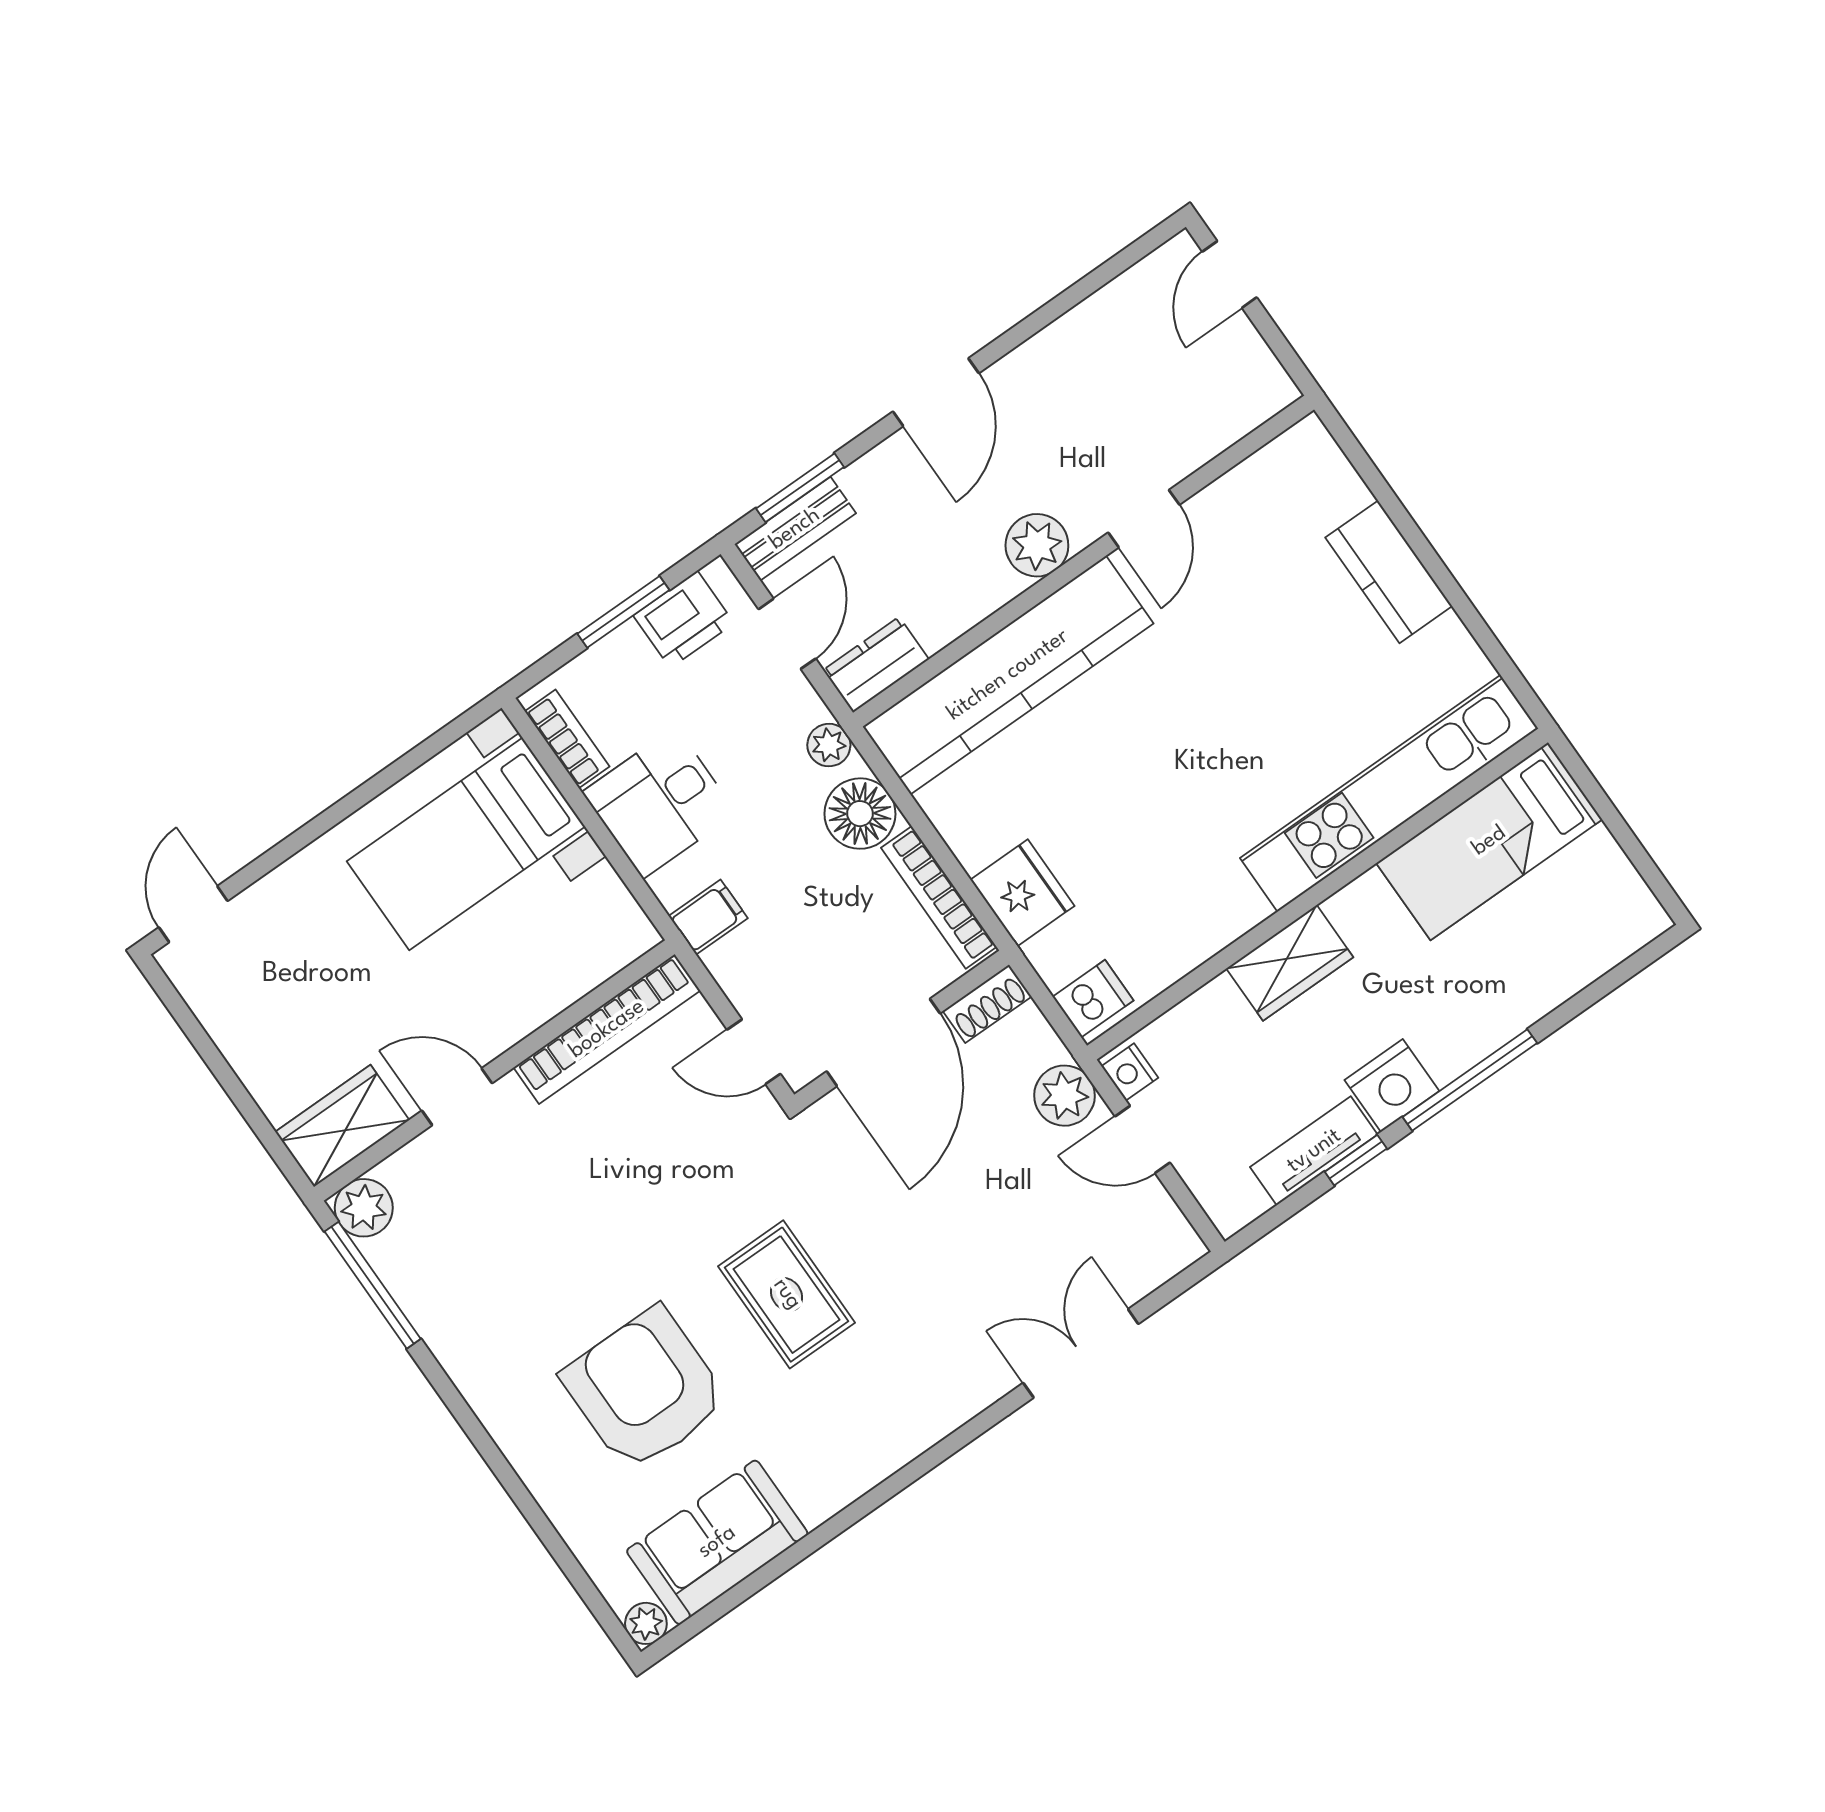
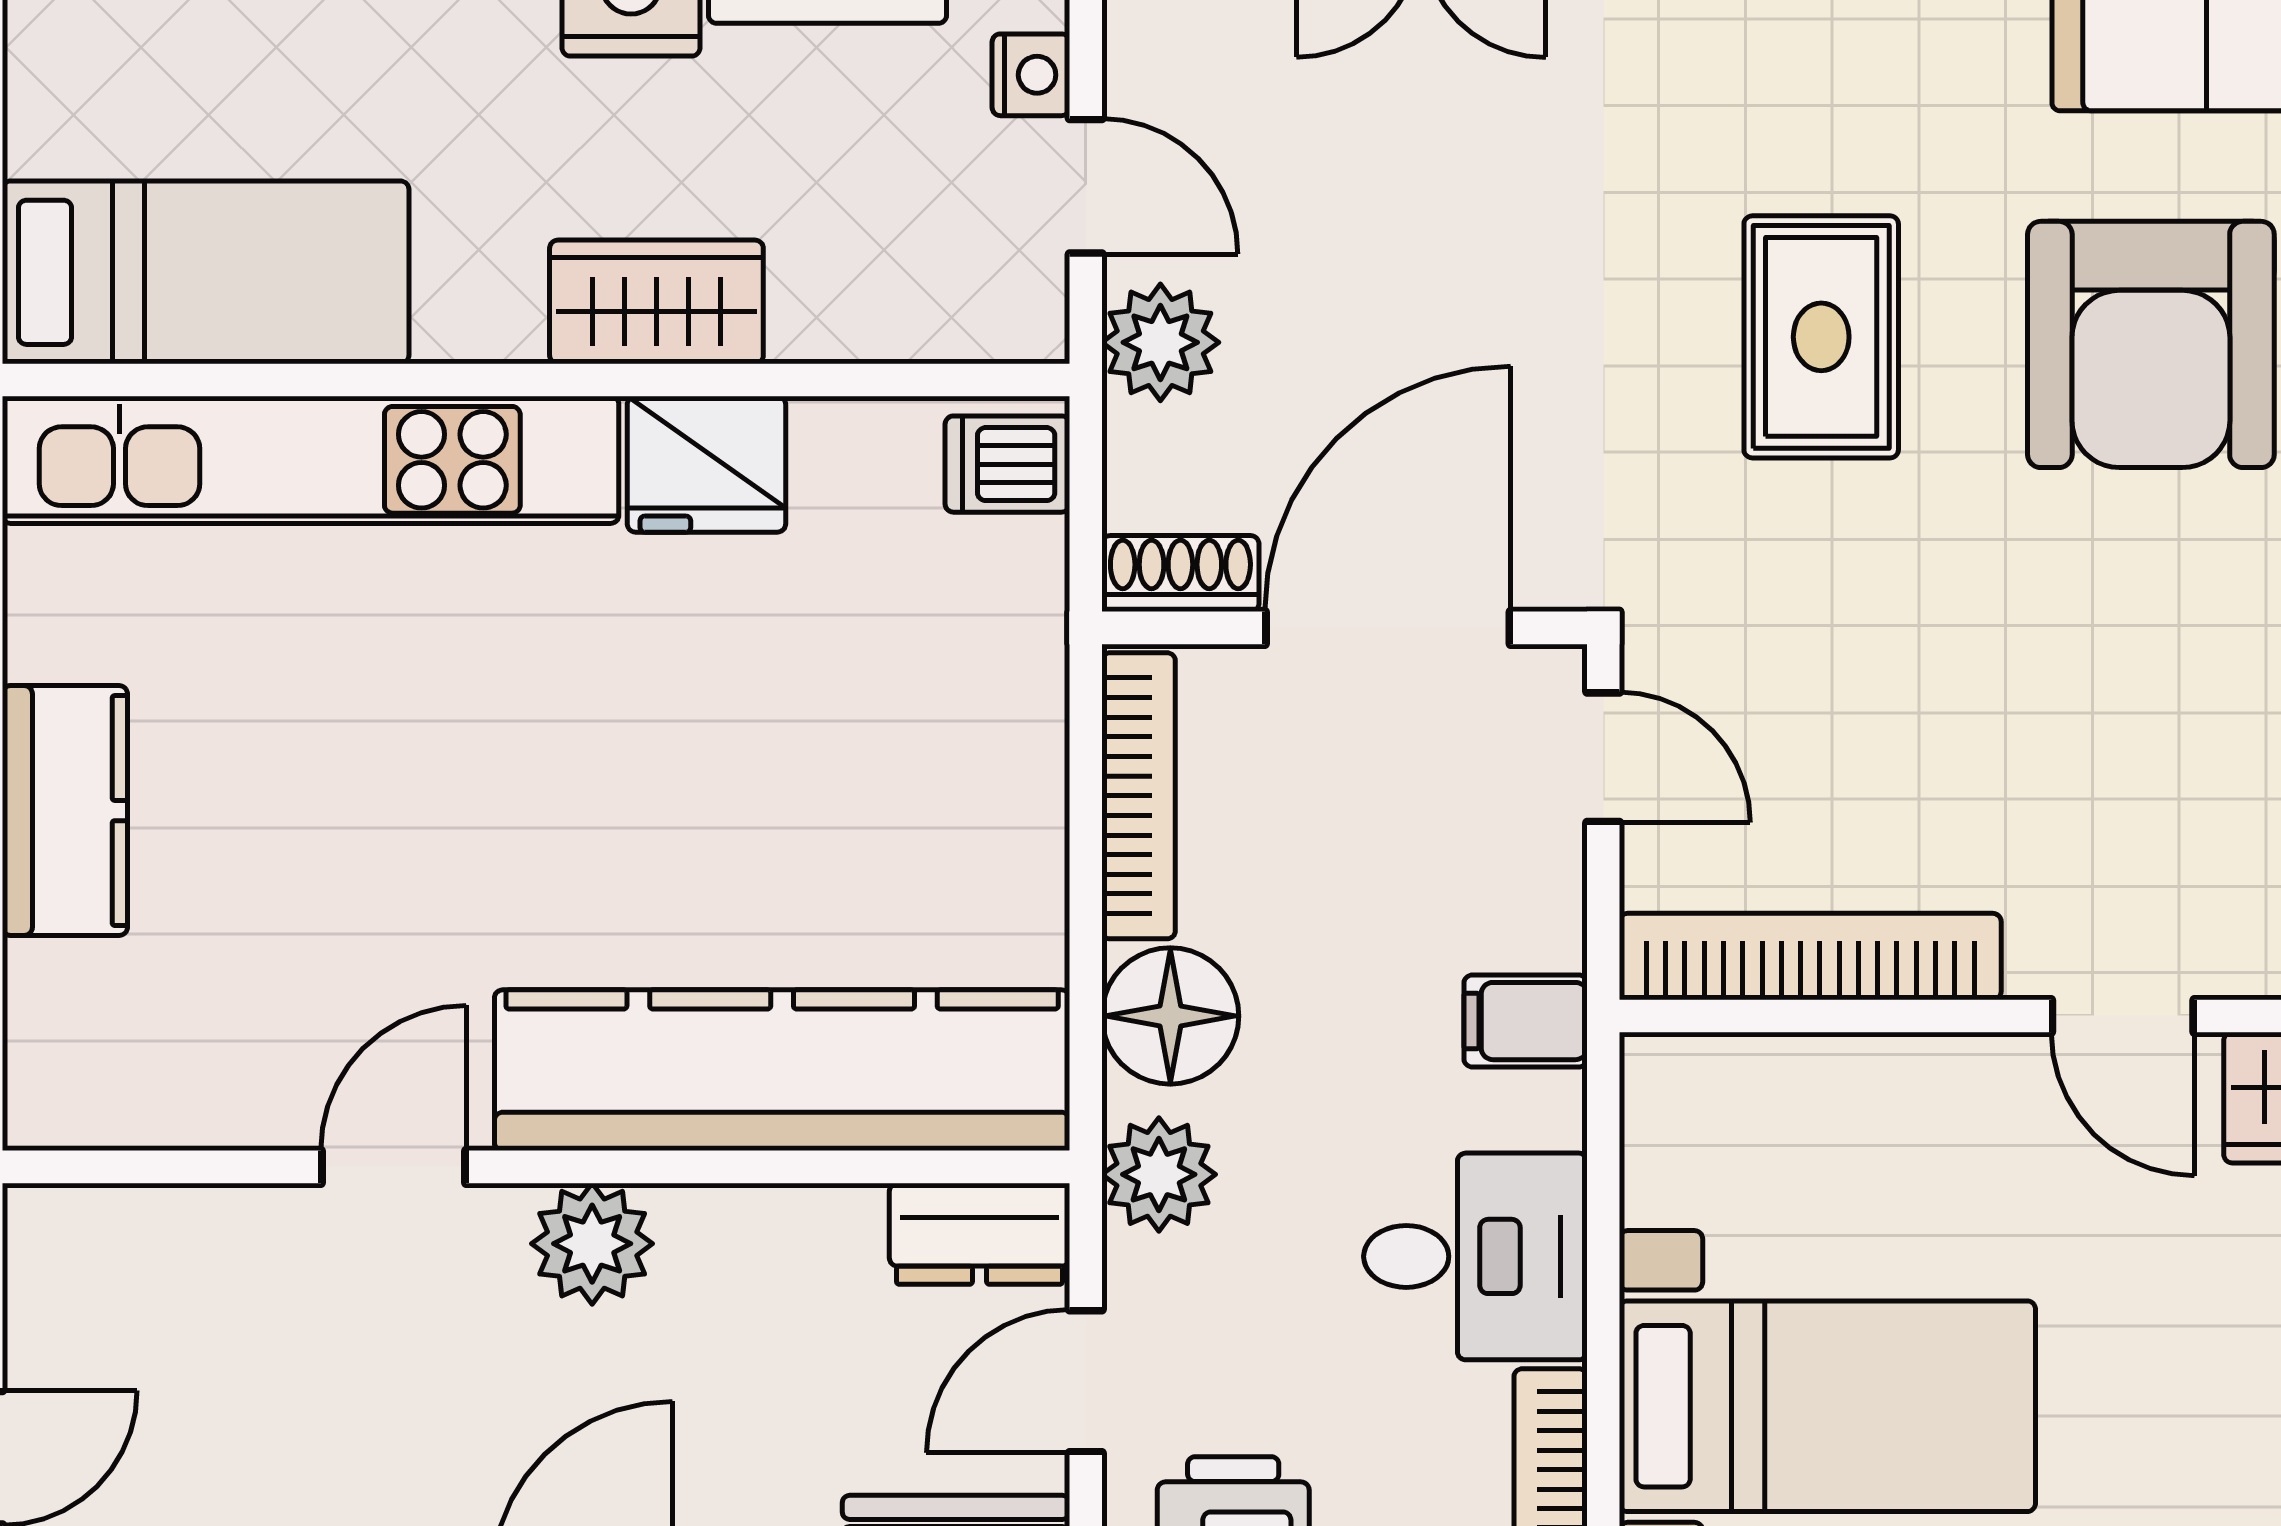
plant: (829, 745) -> (1159, 1174), width x1.38, depth x1.38
fridge: (1022, 893) -> (706, 464), moved, turned -90
nightstand: (1130, 1072) -> (1031, 75), moved

